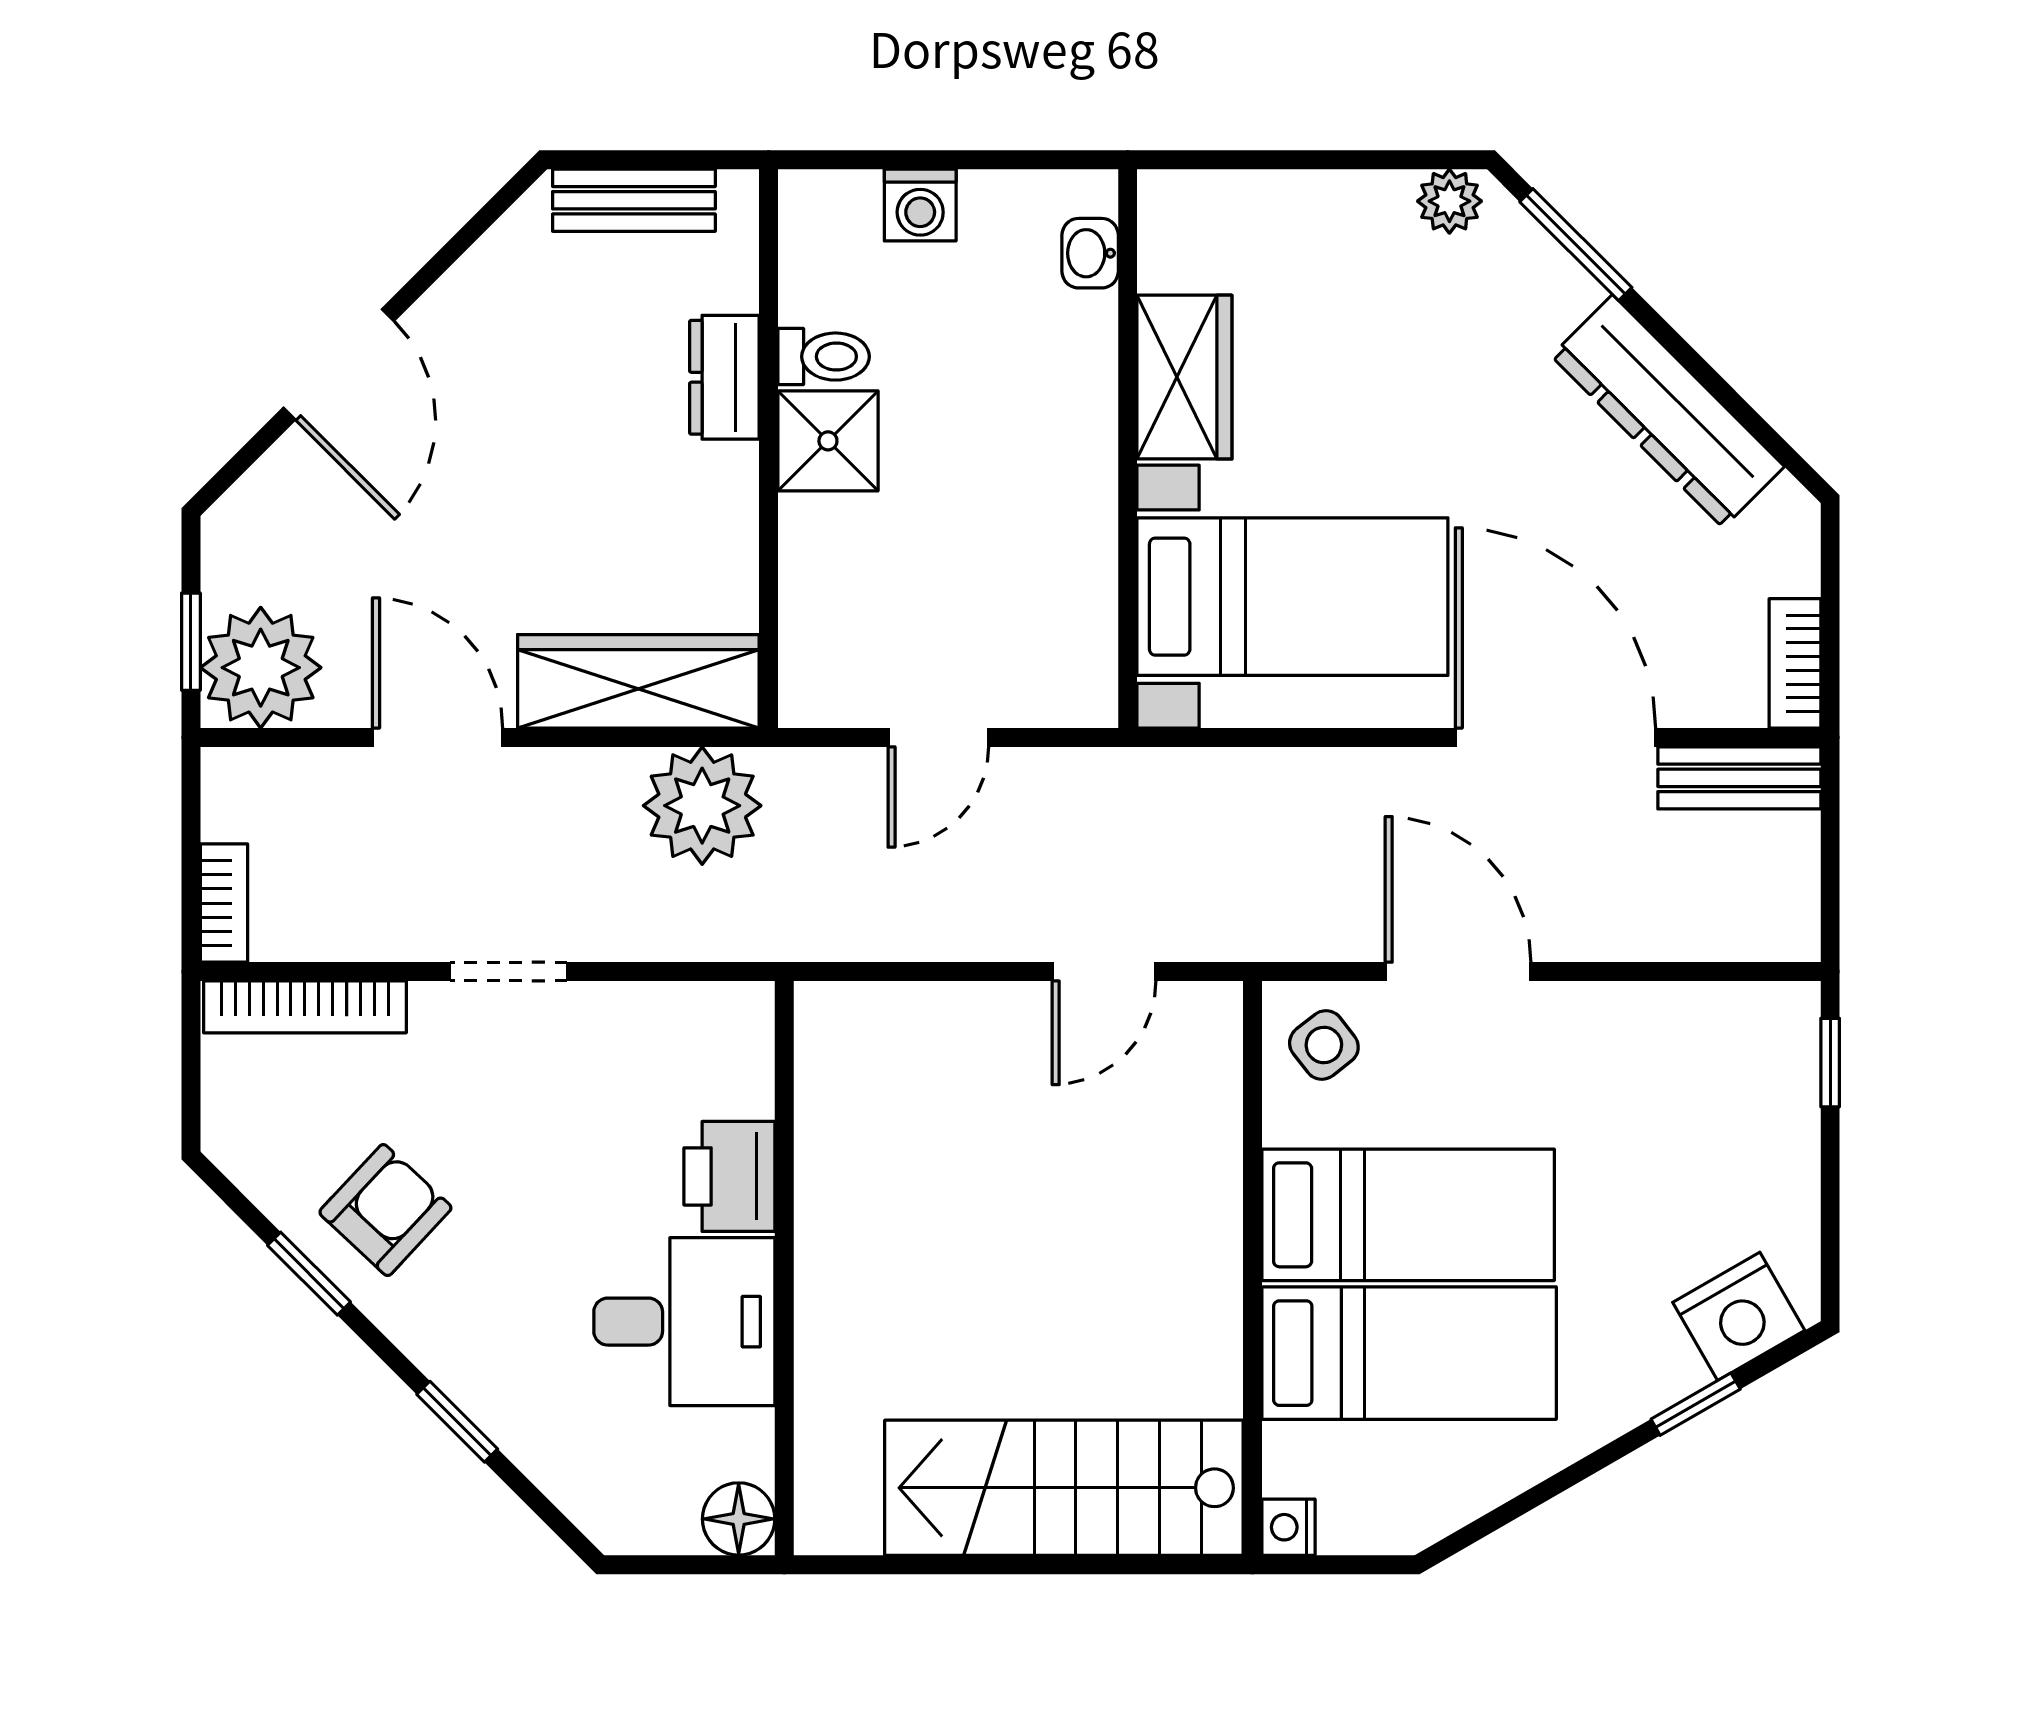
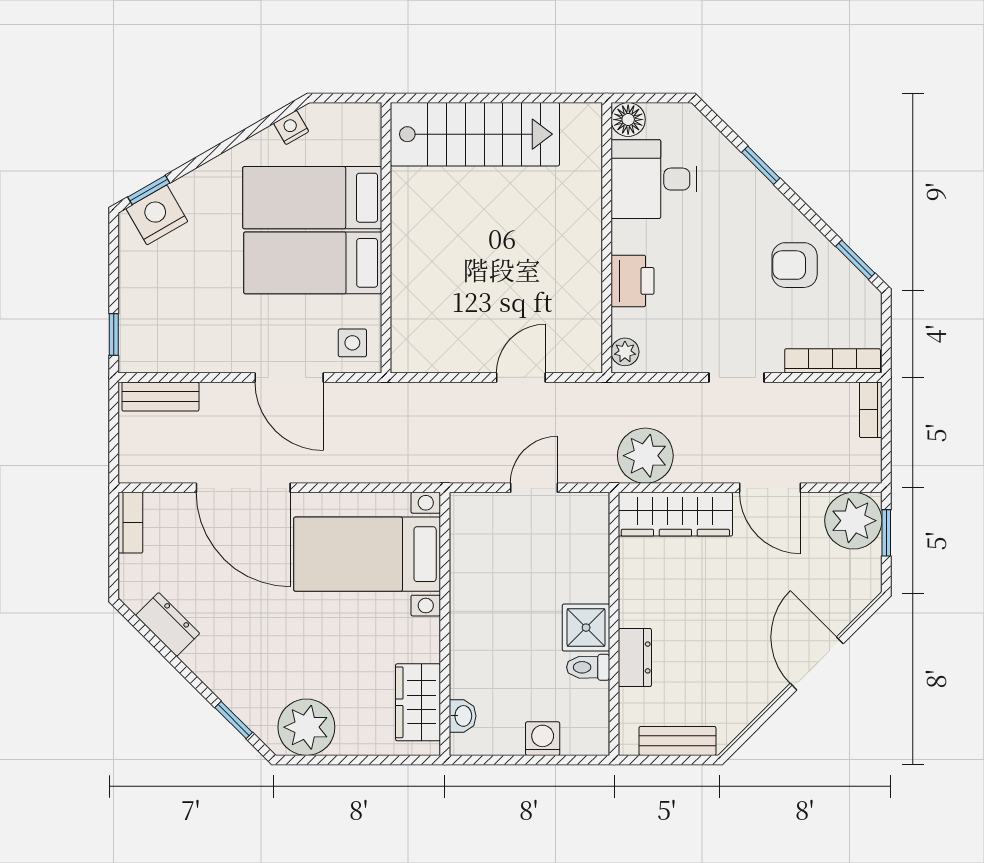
plant: (1449, 201) -> (306, 727), width x1.87, depth x1.87
window: (1576, 245) -> (234, 720), width x0.67
wardrobe: (1184, 377) -> (418, 702), moved
dresser: (1668, 411) -> (168, 624), width x0.51, depth x0.80
bench: (1739, 778) -> (160, 397), moved
door: (1104, 972) -> (521, 377), moved
plant: (745, 1026) -> (625, 352), added
side table: (1324, 1045) -> (352, 343), turned 38
armchair: (385, 1210) -> (795, 265), turned 47
window: (309, 1274) -> (855, 260), moved
desk: (684, 1322) -> (654, 179), moved
window: (1696, 1404) -> (149, 190), moved
nightstand: (1288, 1527) -> (291, 127), moved, turned -120

